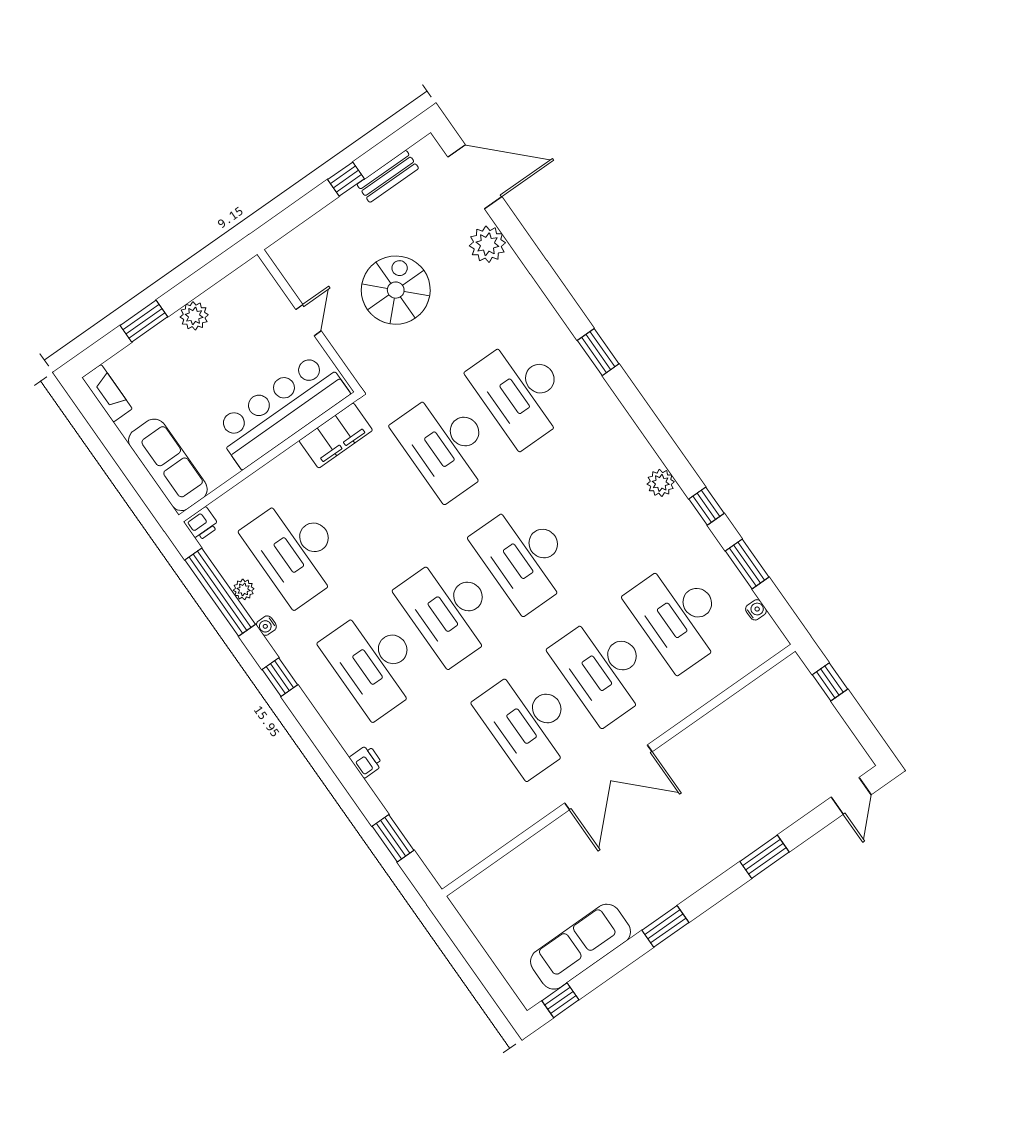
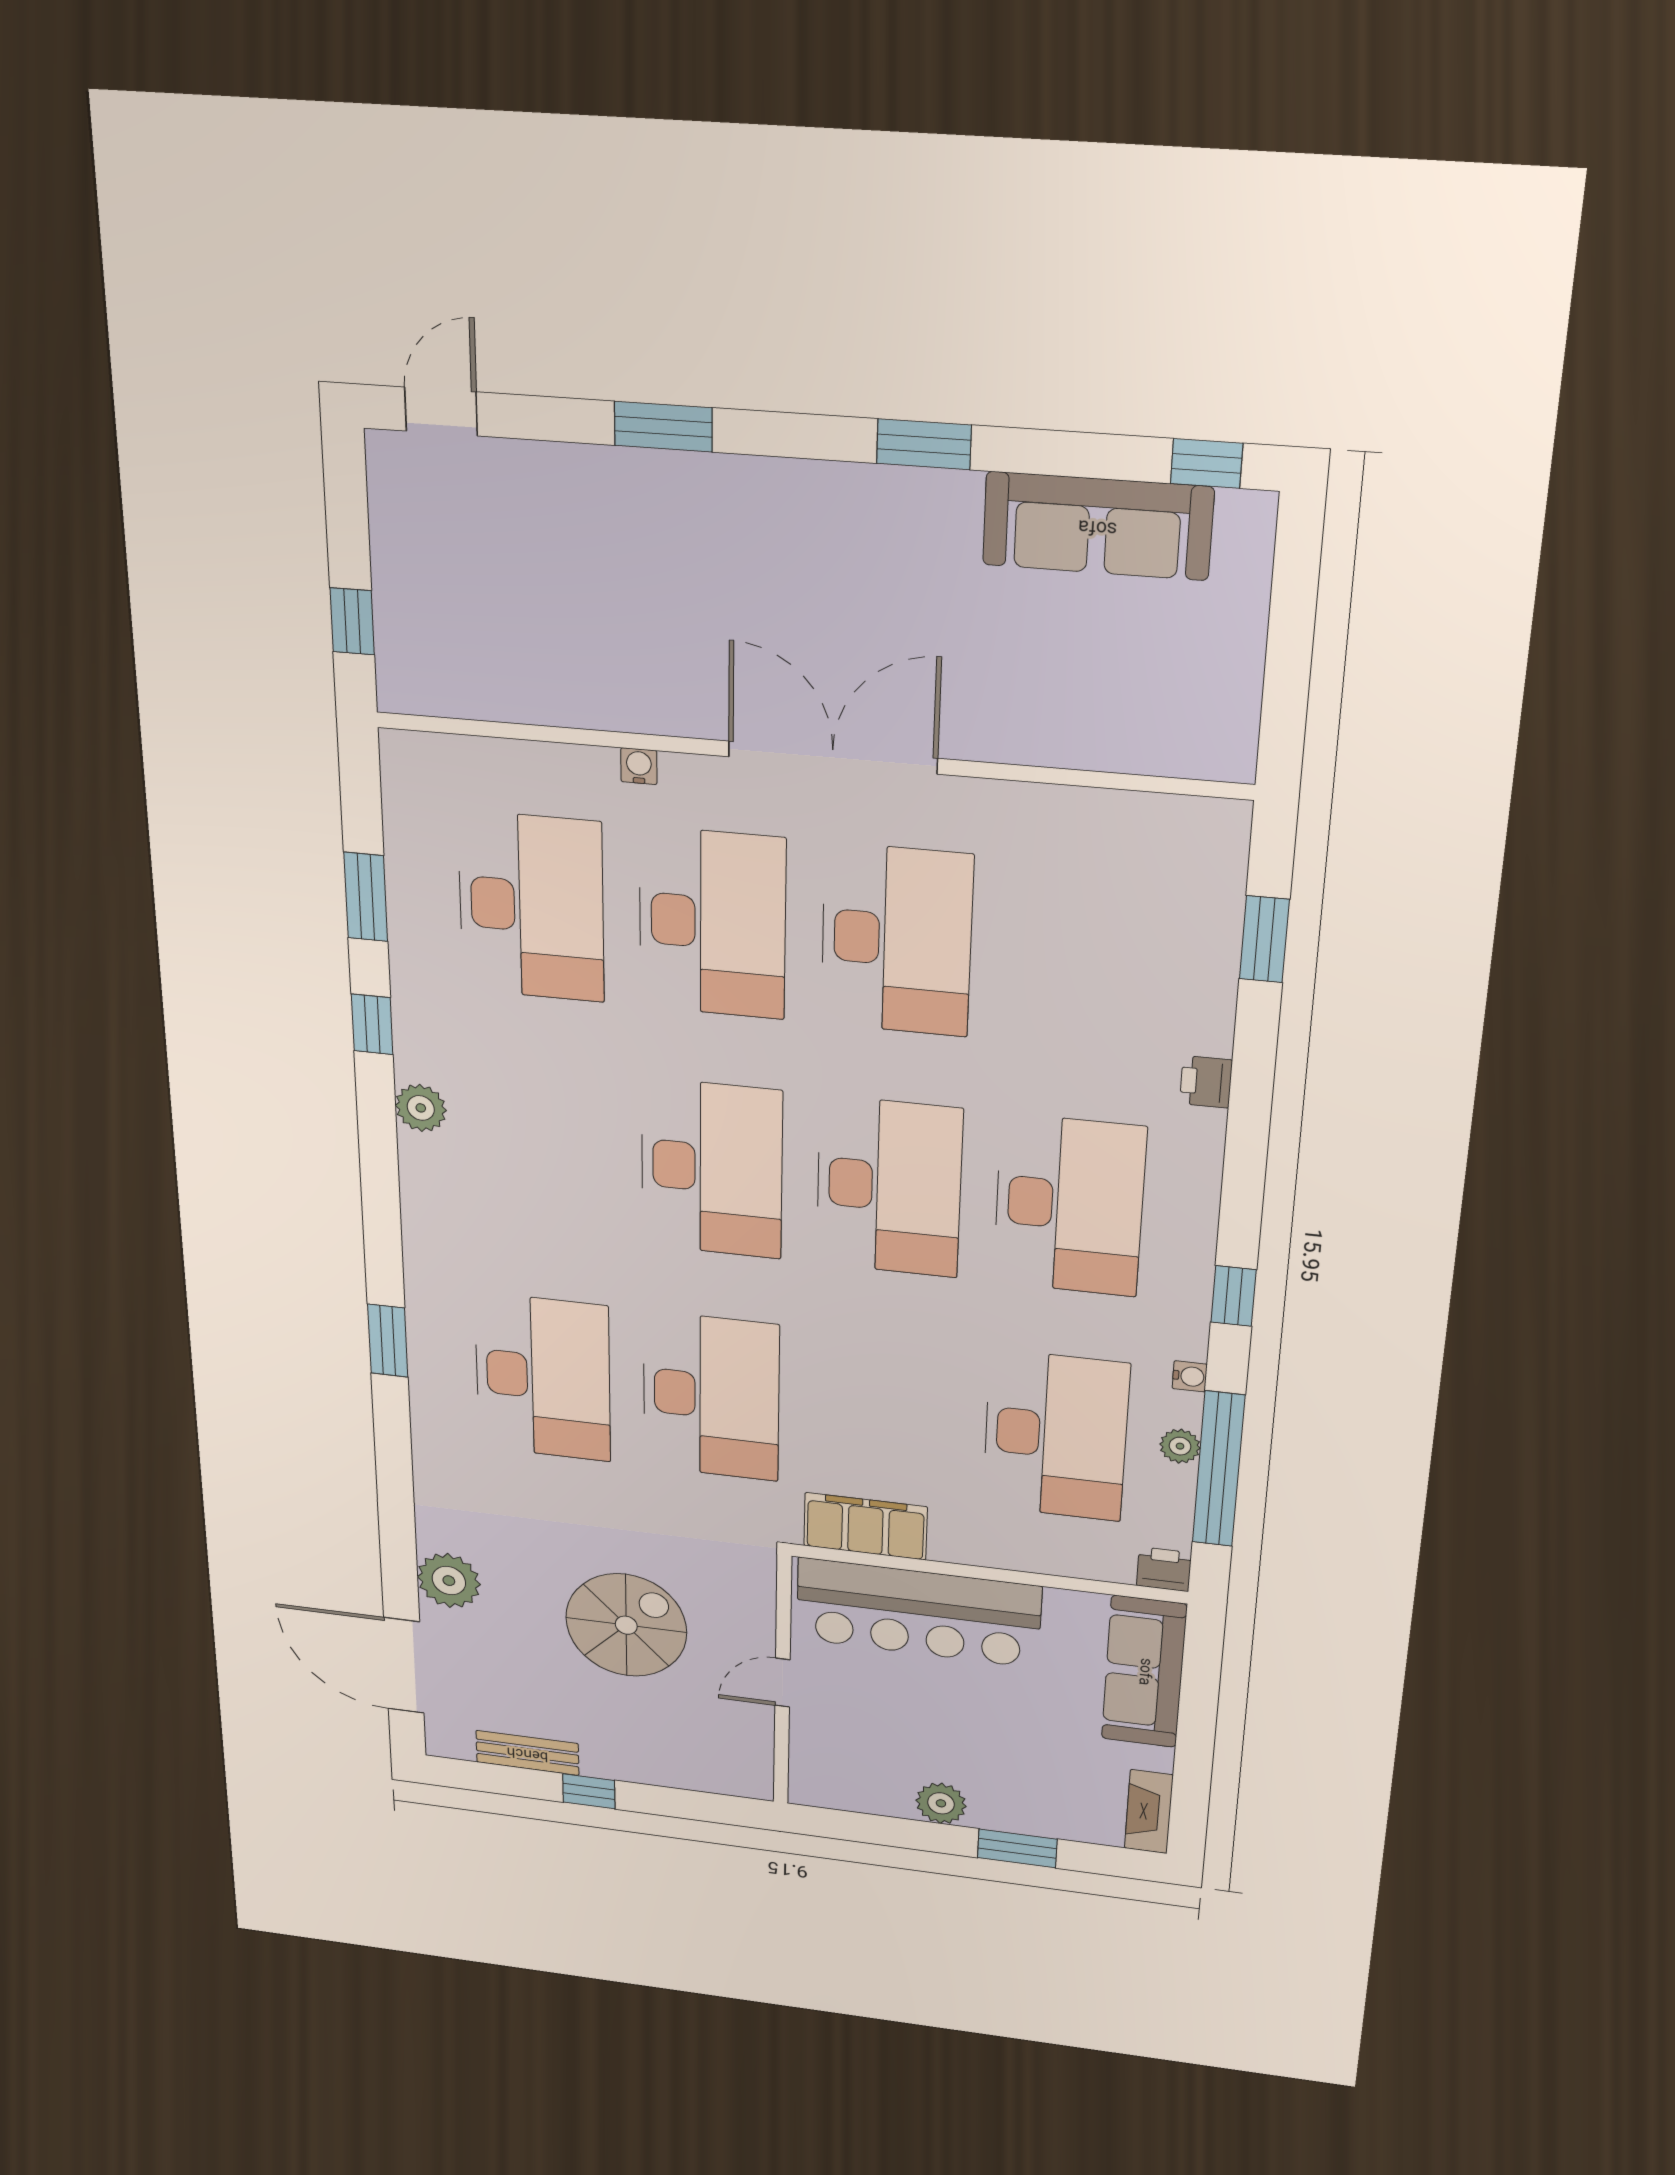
spiral stairs: (396, 290) -> (626, 1625), turned 180
water cooler: (756, 610) -> (639, 766), moved, turned 90

